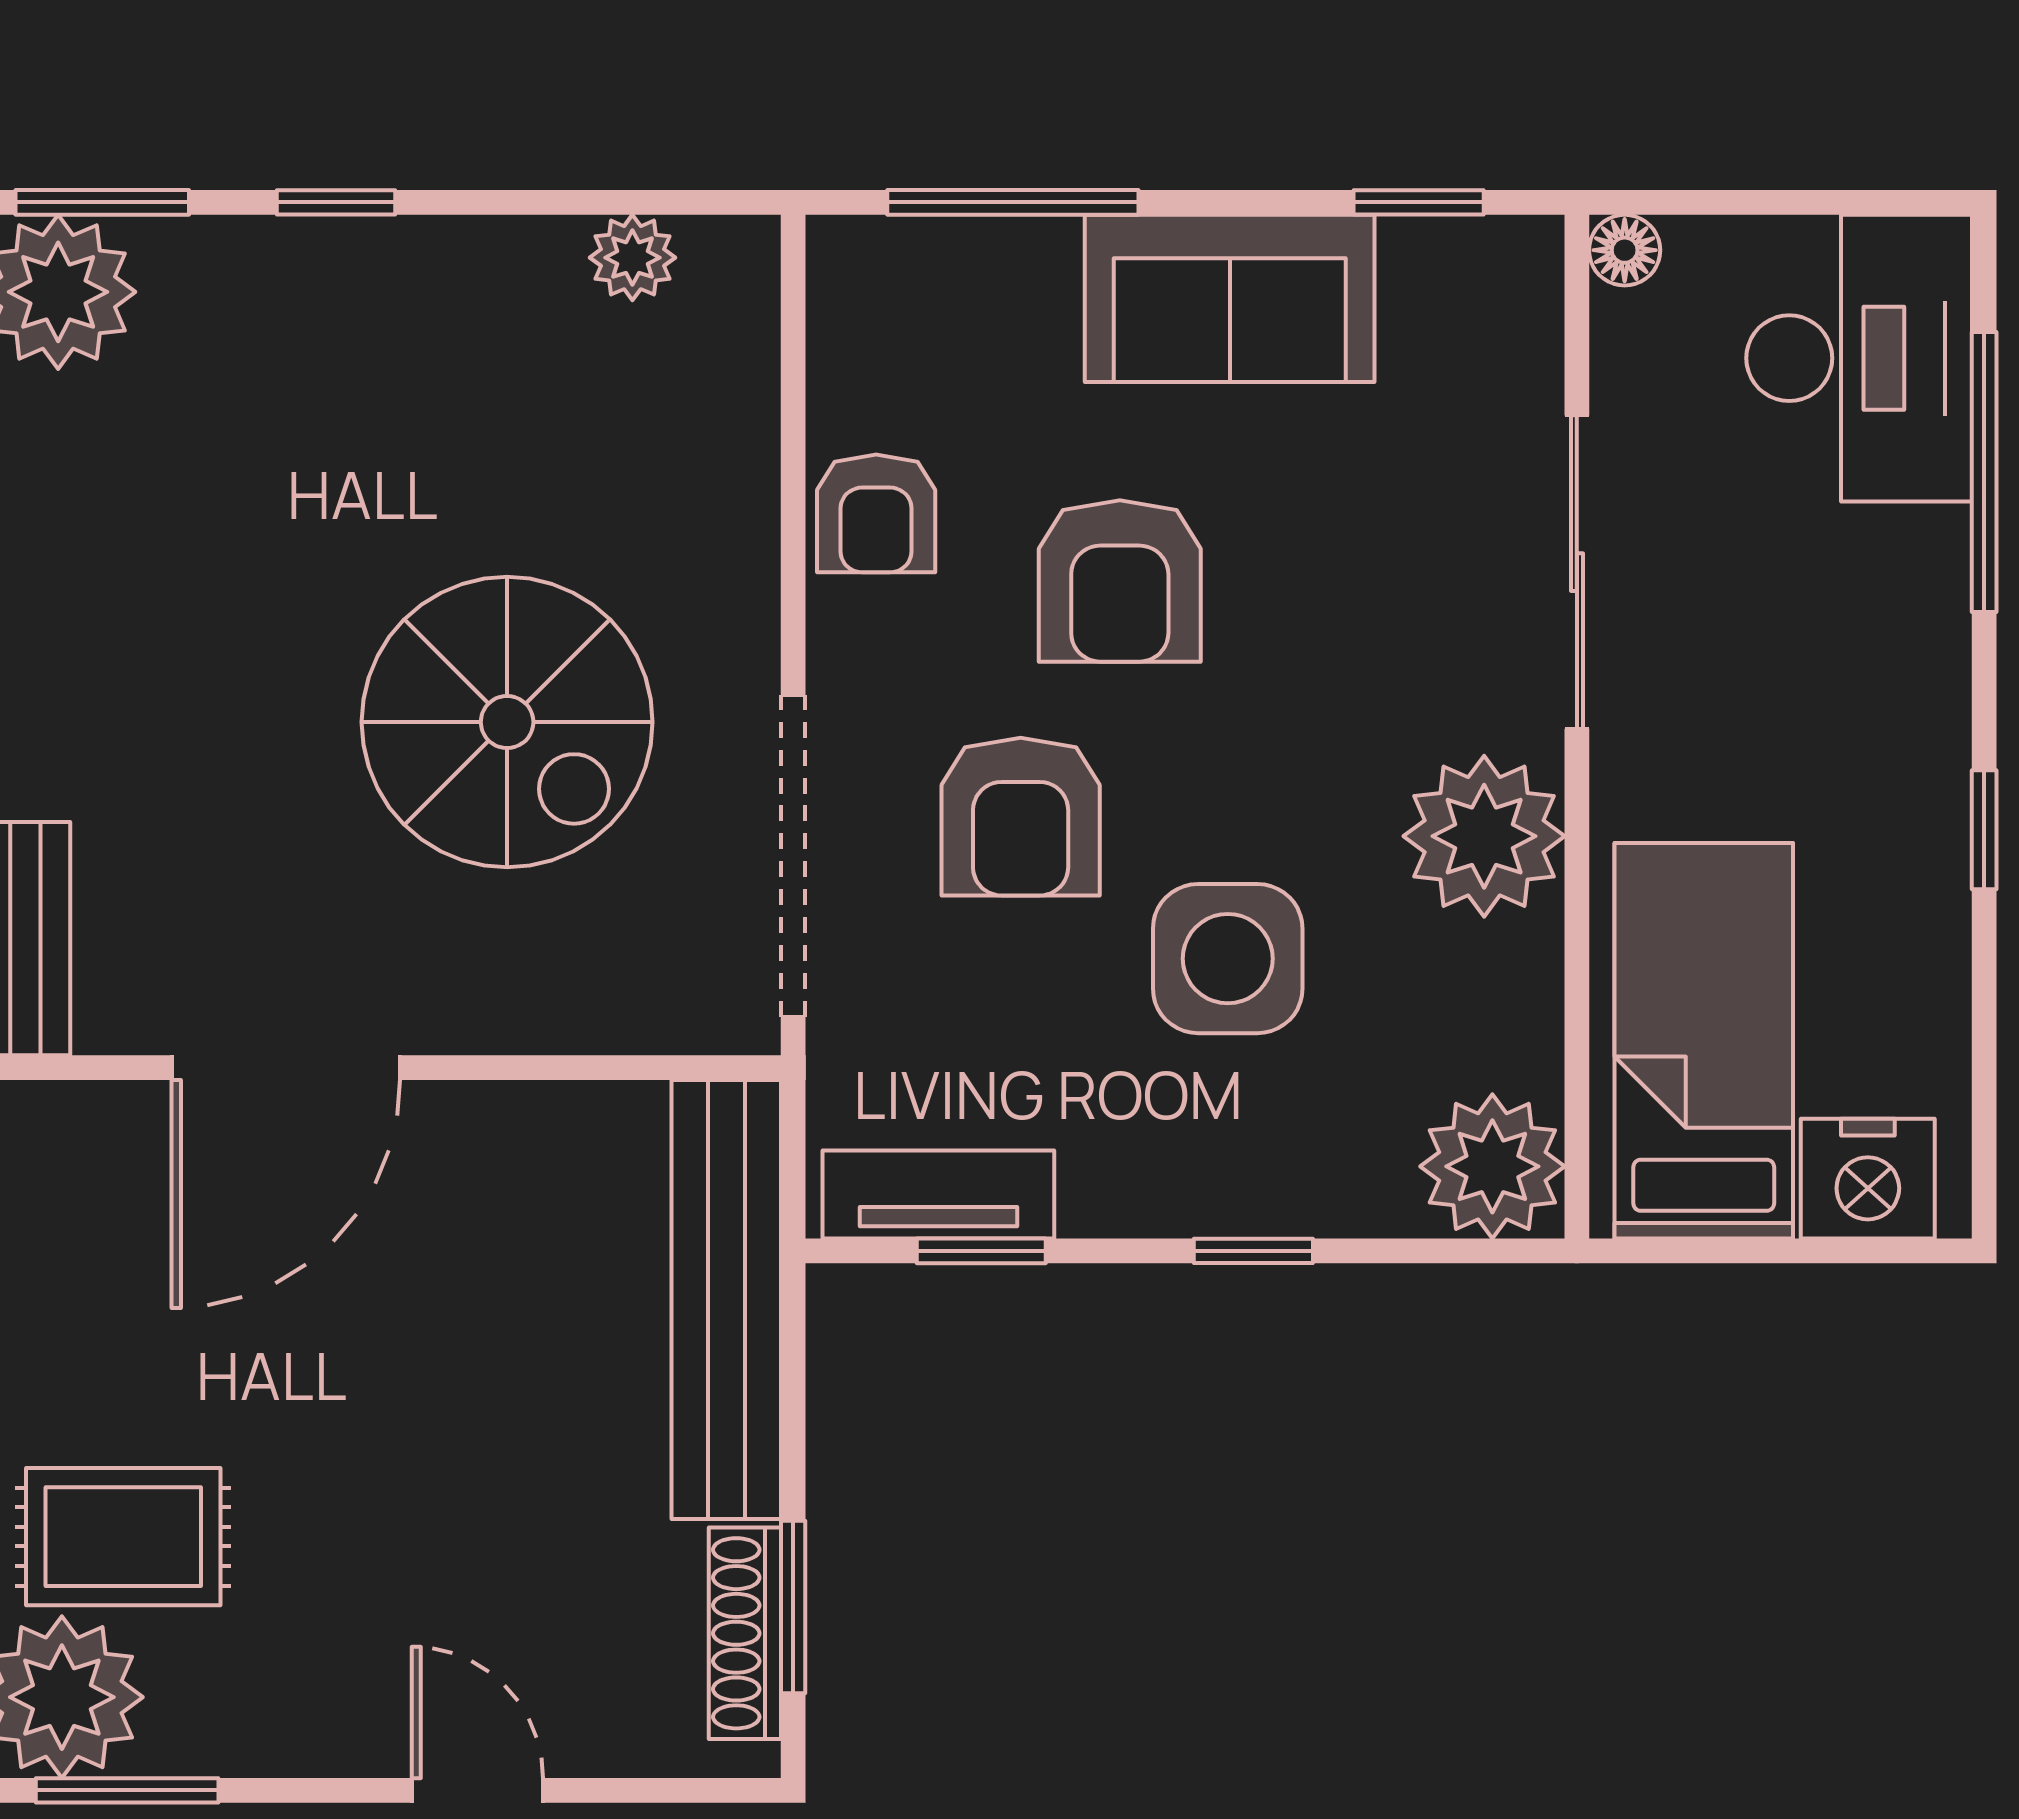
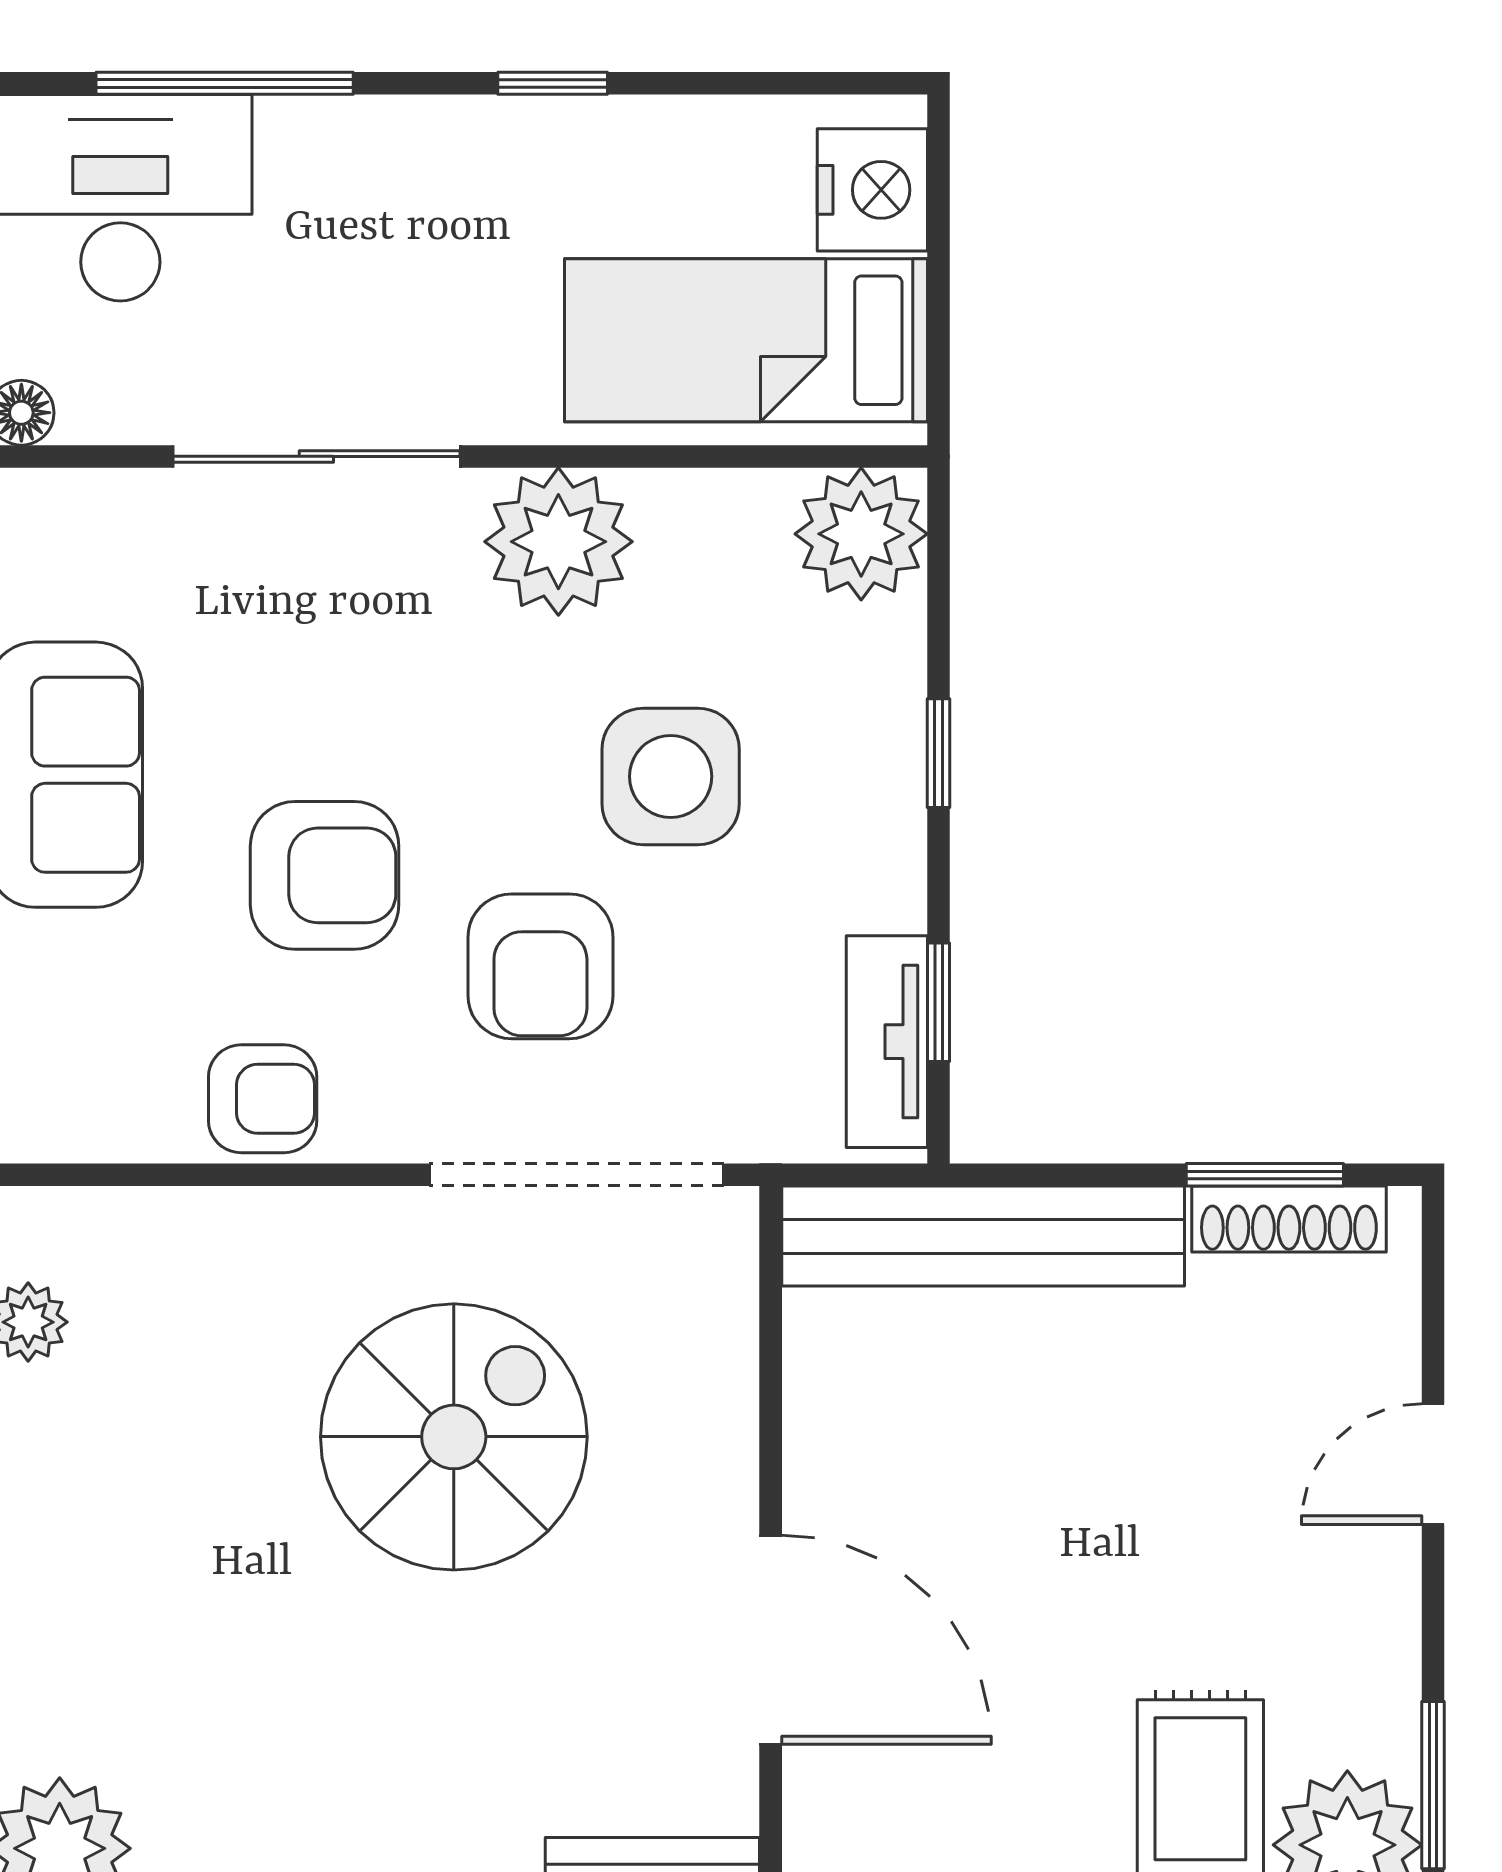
armchair: (1021, 817) -> (540, 966), turned 90

